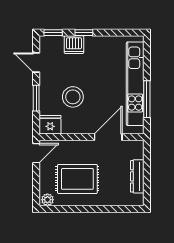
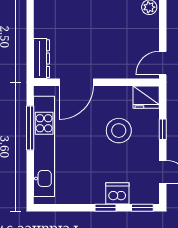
window: (36, 98) -> (163, 129), width x0.67
dresser: (137, 176) -> (42, 59), moved
rug: (77, 179) -> (113, 32), removed

